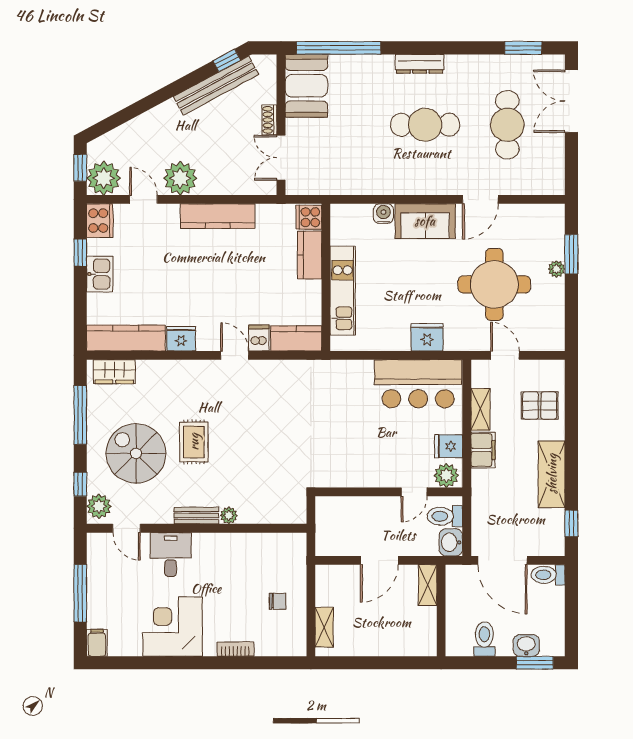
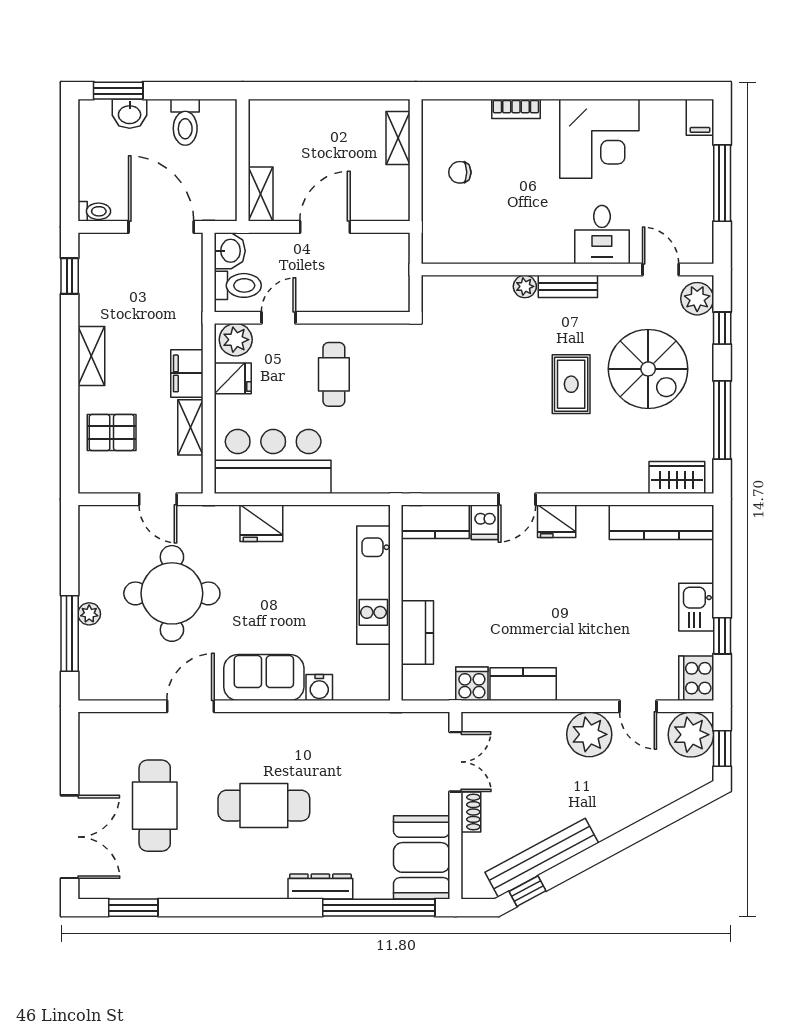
dresser: (420, 64) -> (320, 887), moved
kitchen counter: (218, 216) -> (523, 684), width x0.67
cooker: (309, 217) -> (472, 684), moved, turned -90
window: (571, 254) -> (70, 634), width x1.44
fridge: (181, 339) -> (557, 521), moved
door: (235, 355) -> (517, 499), hinge flipped
cafe table: (372, 449) -> (334, 374), added
shelving: (552, 474) -> (91, 356), width x0.67, depth x0.75
toilet: (548, 575) -> (94, 211), width x0.73, depth x0.72

